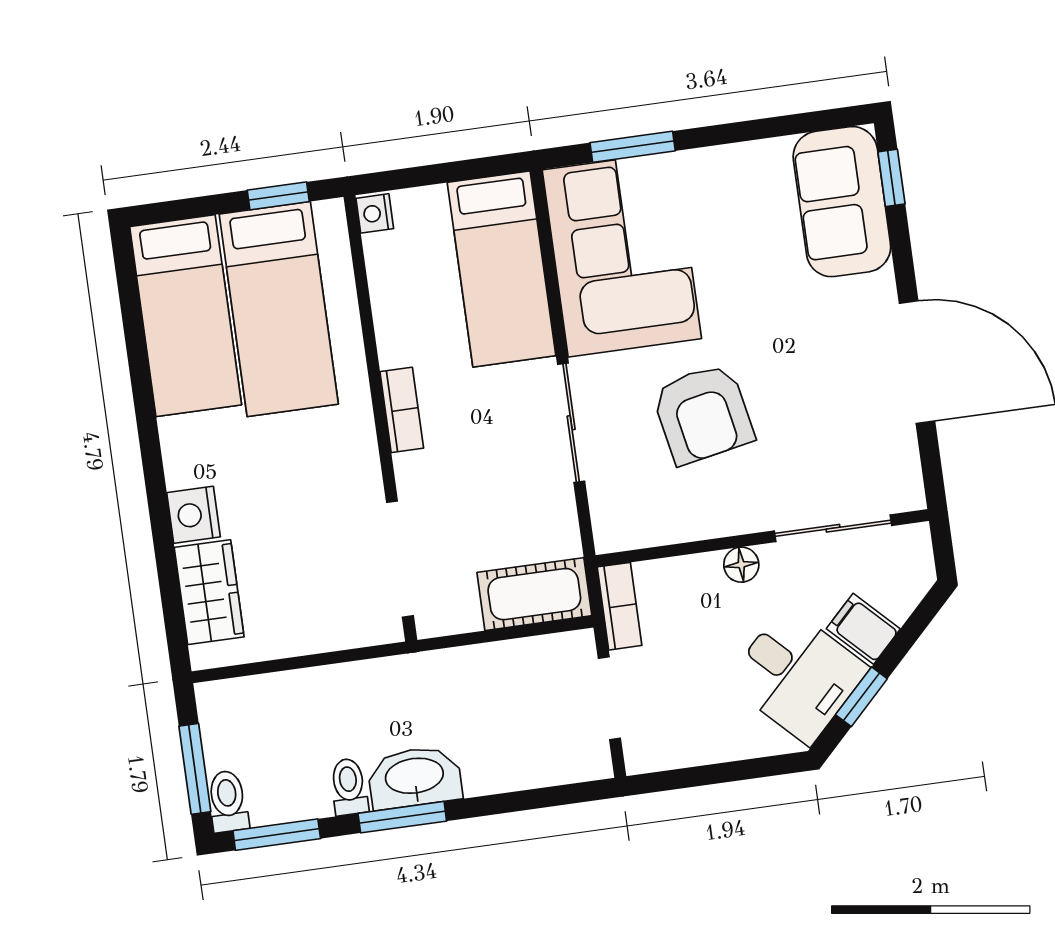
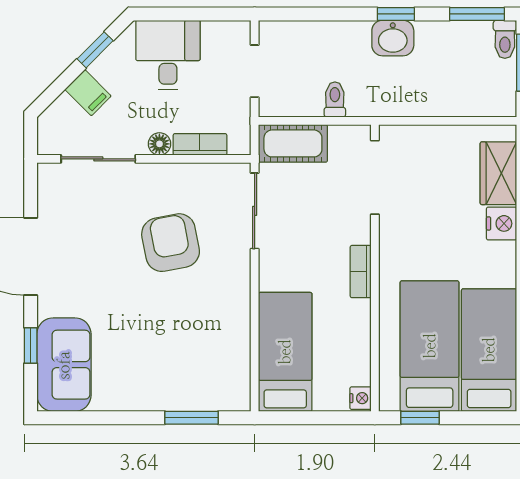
window: (891, 178) -> (31, 345), moved
corner sofa: (622, 254) -> (208, 351), removed
sliding door: (571, 423) -> (255, 211), moved
bookcase: (620, 606) -> (200, 144), moved, turned 90
desk: (797, 675) -> (168, 55), moved, turned 45
washbasin: (415, 777) -> (393, 38), width x0.72
toilet: (349, 787) -> (335, 100), moved, turned 180
window: (402, 817) -> (396, 14), width x0.67

